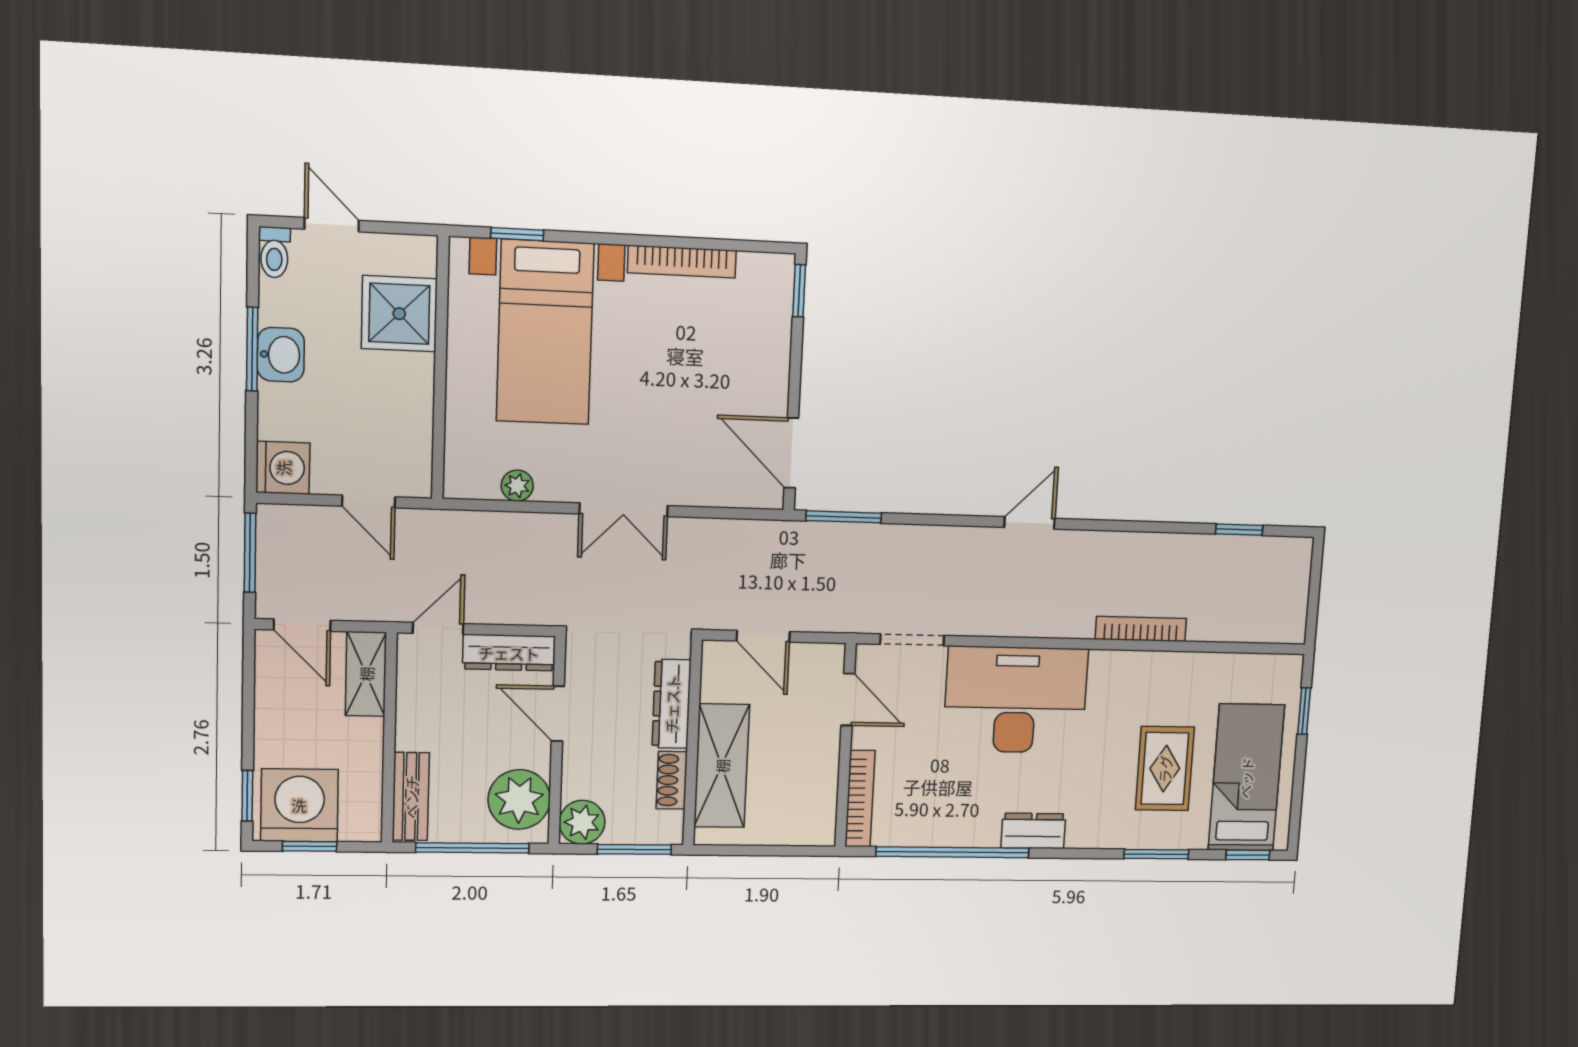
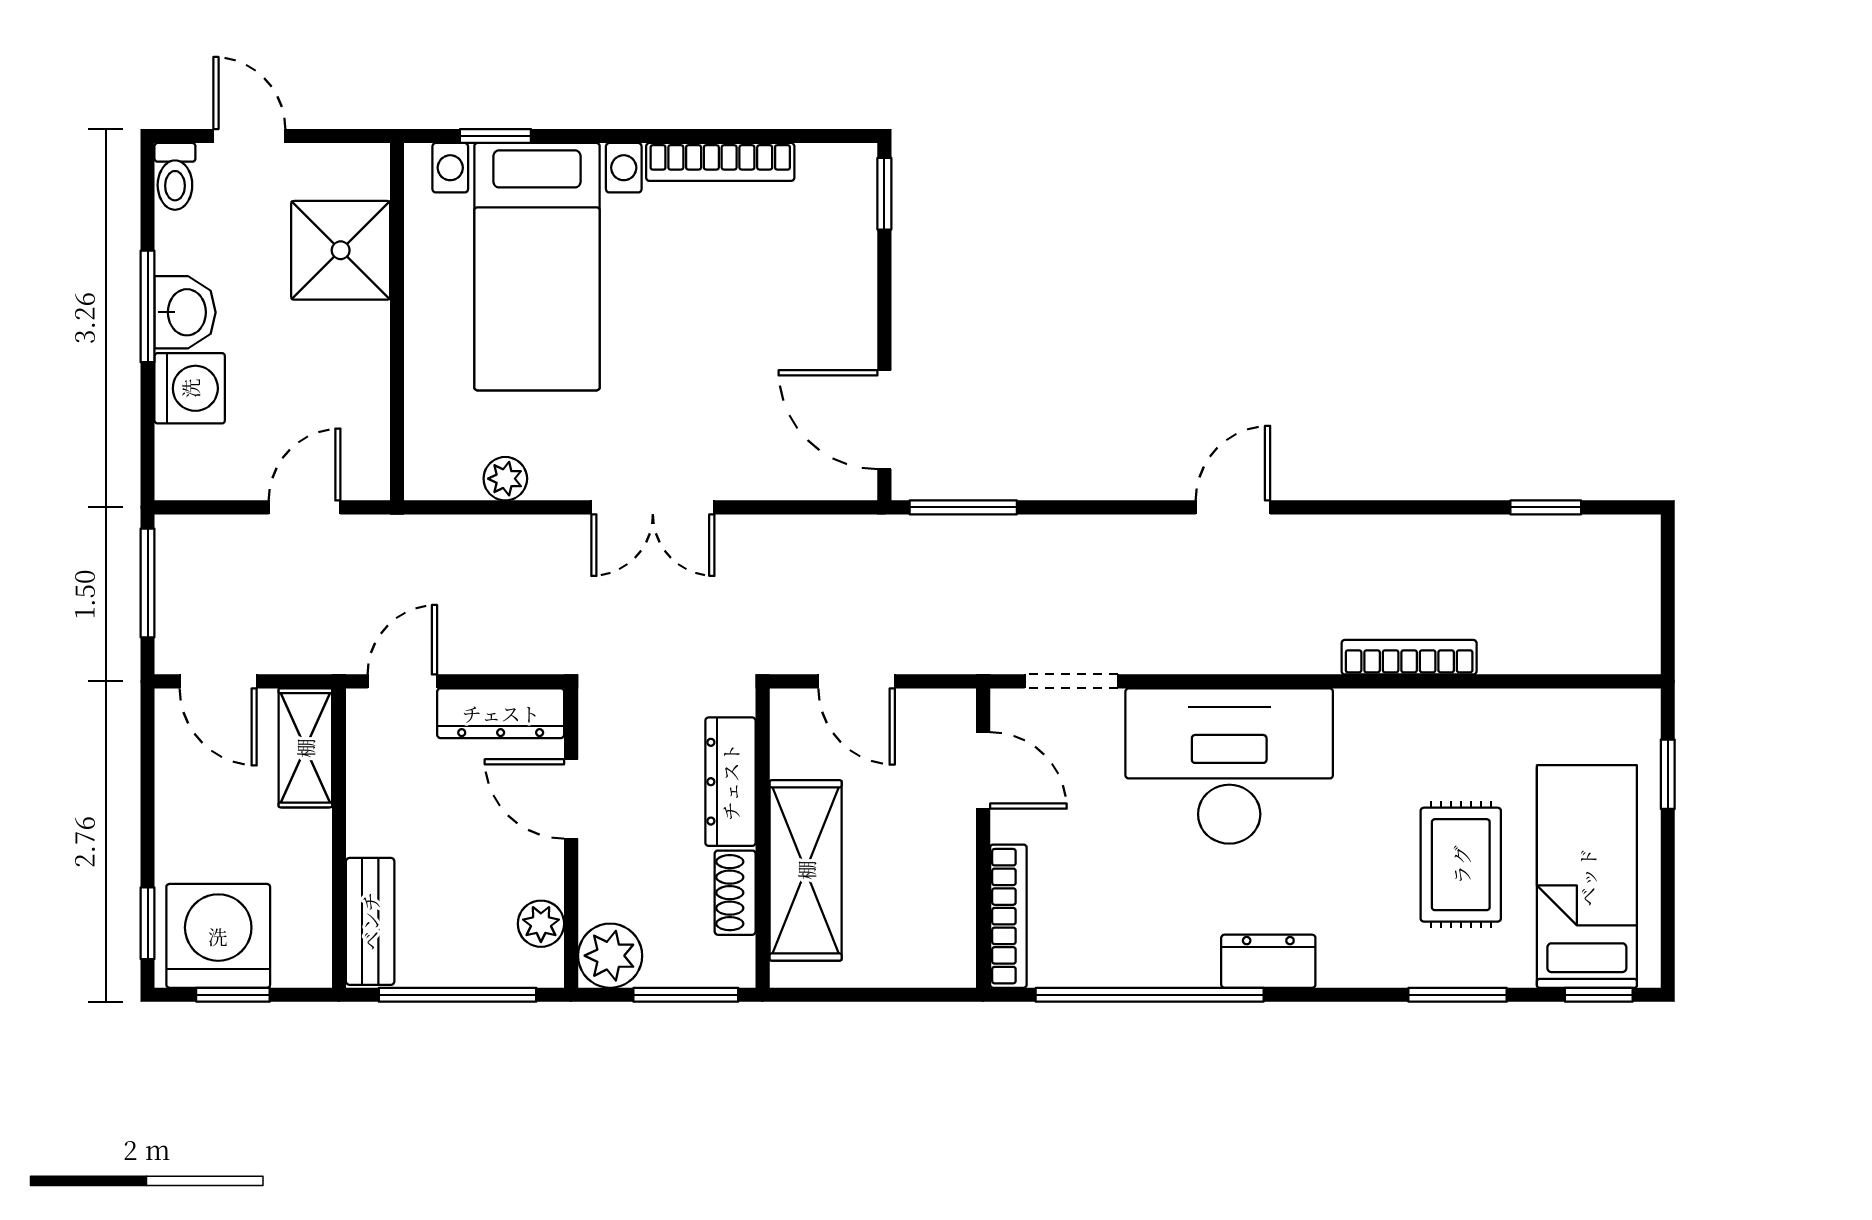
washing machine: (283, 468) -> (190, 388), moved
door: (369, 501) -> (305, 507), swing flipped
plant: (519, 799) -> (541, 924), width x0.53, depth x0.53

